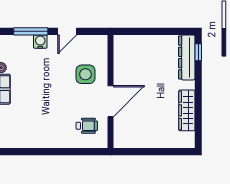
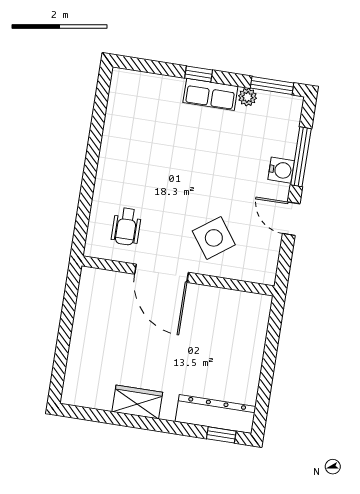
side table: (85, 74) -> (214, 238), turned -36
wardrobe: (187, 110) -> (137, 402), width x0.67

